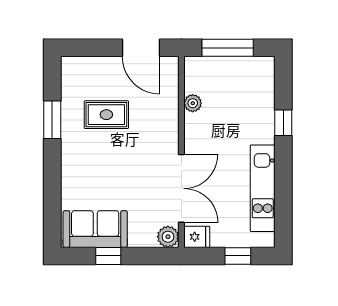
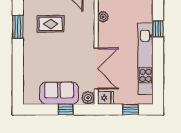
kitchen unit: (263, 188) -> (146, 59), width x1.36
sofa: (95, 229) -> (59, 93), moved
window: (108, 256) -> (66, 109), moved

